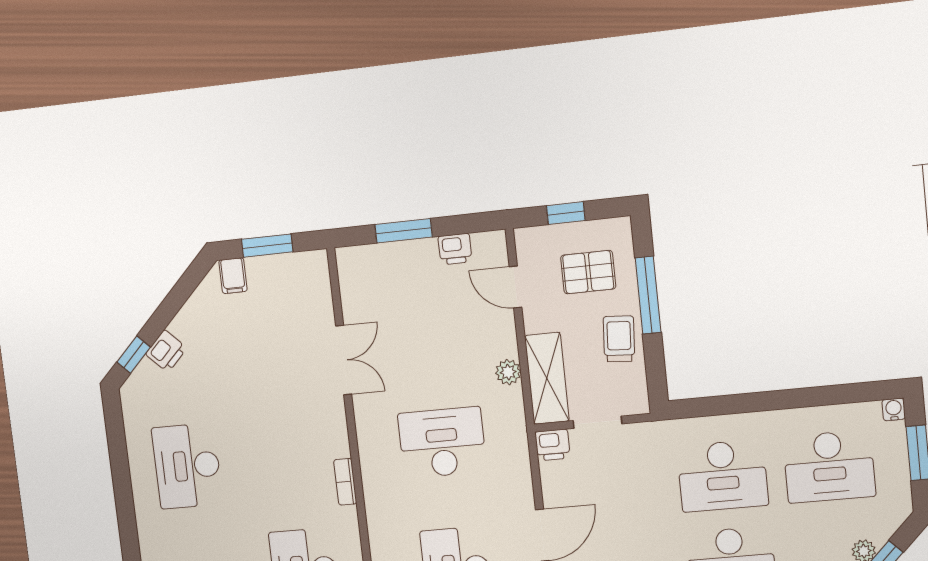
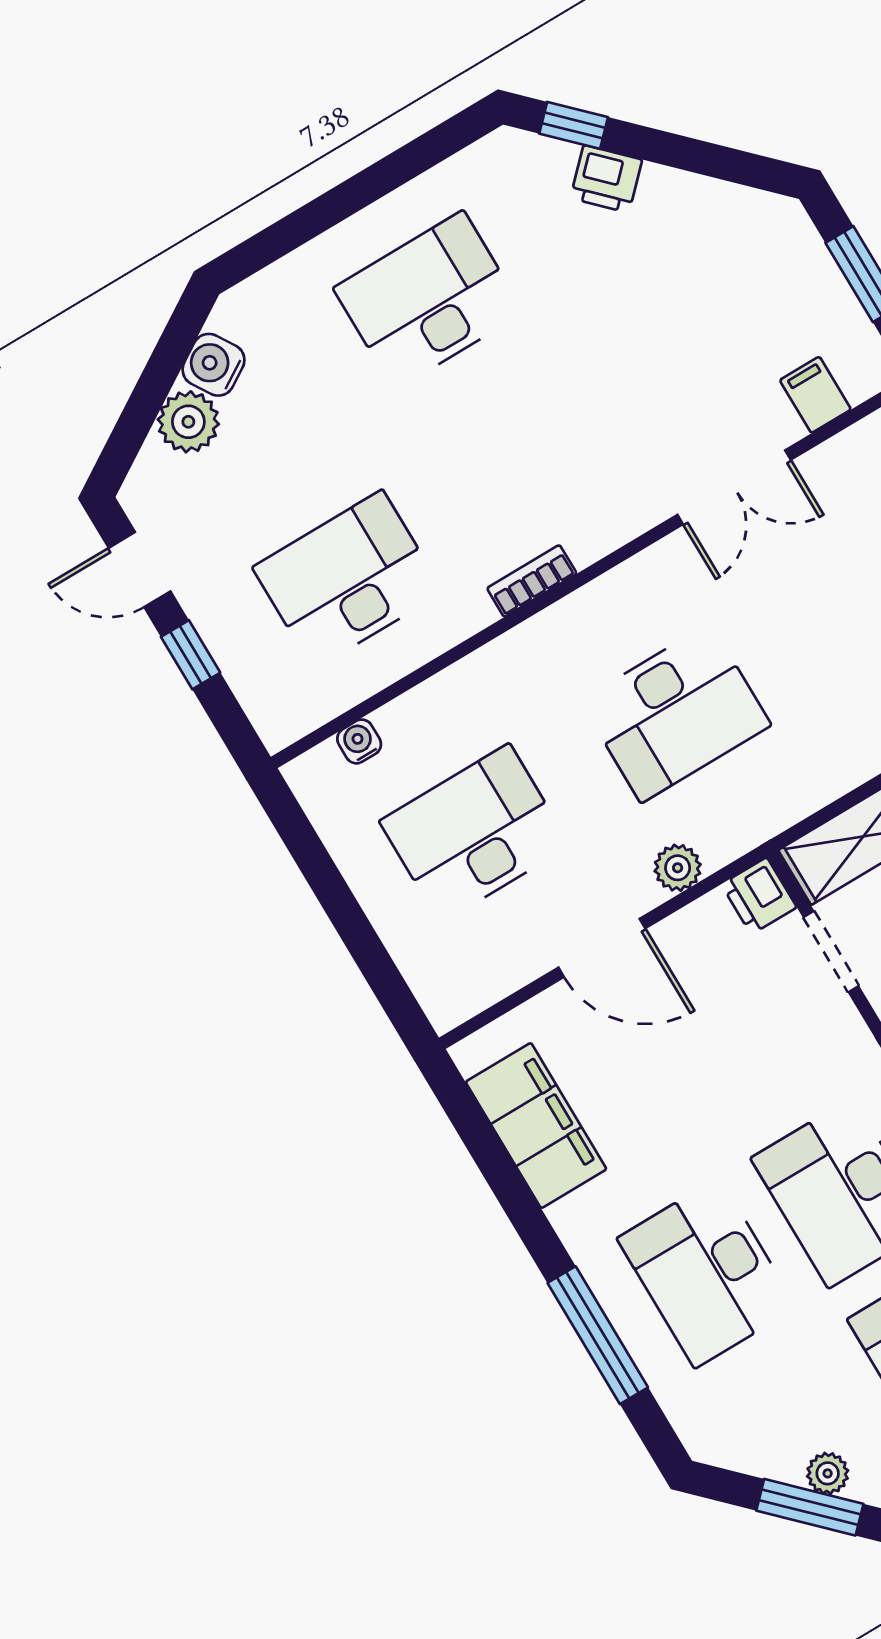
filing cabinet: (233, 276) -> (815, 395), moved, turned 90
plant: (508, 372) -> (678, 868), moved
desk: (442, 443) -> (676, 713), turned 90

